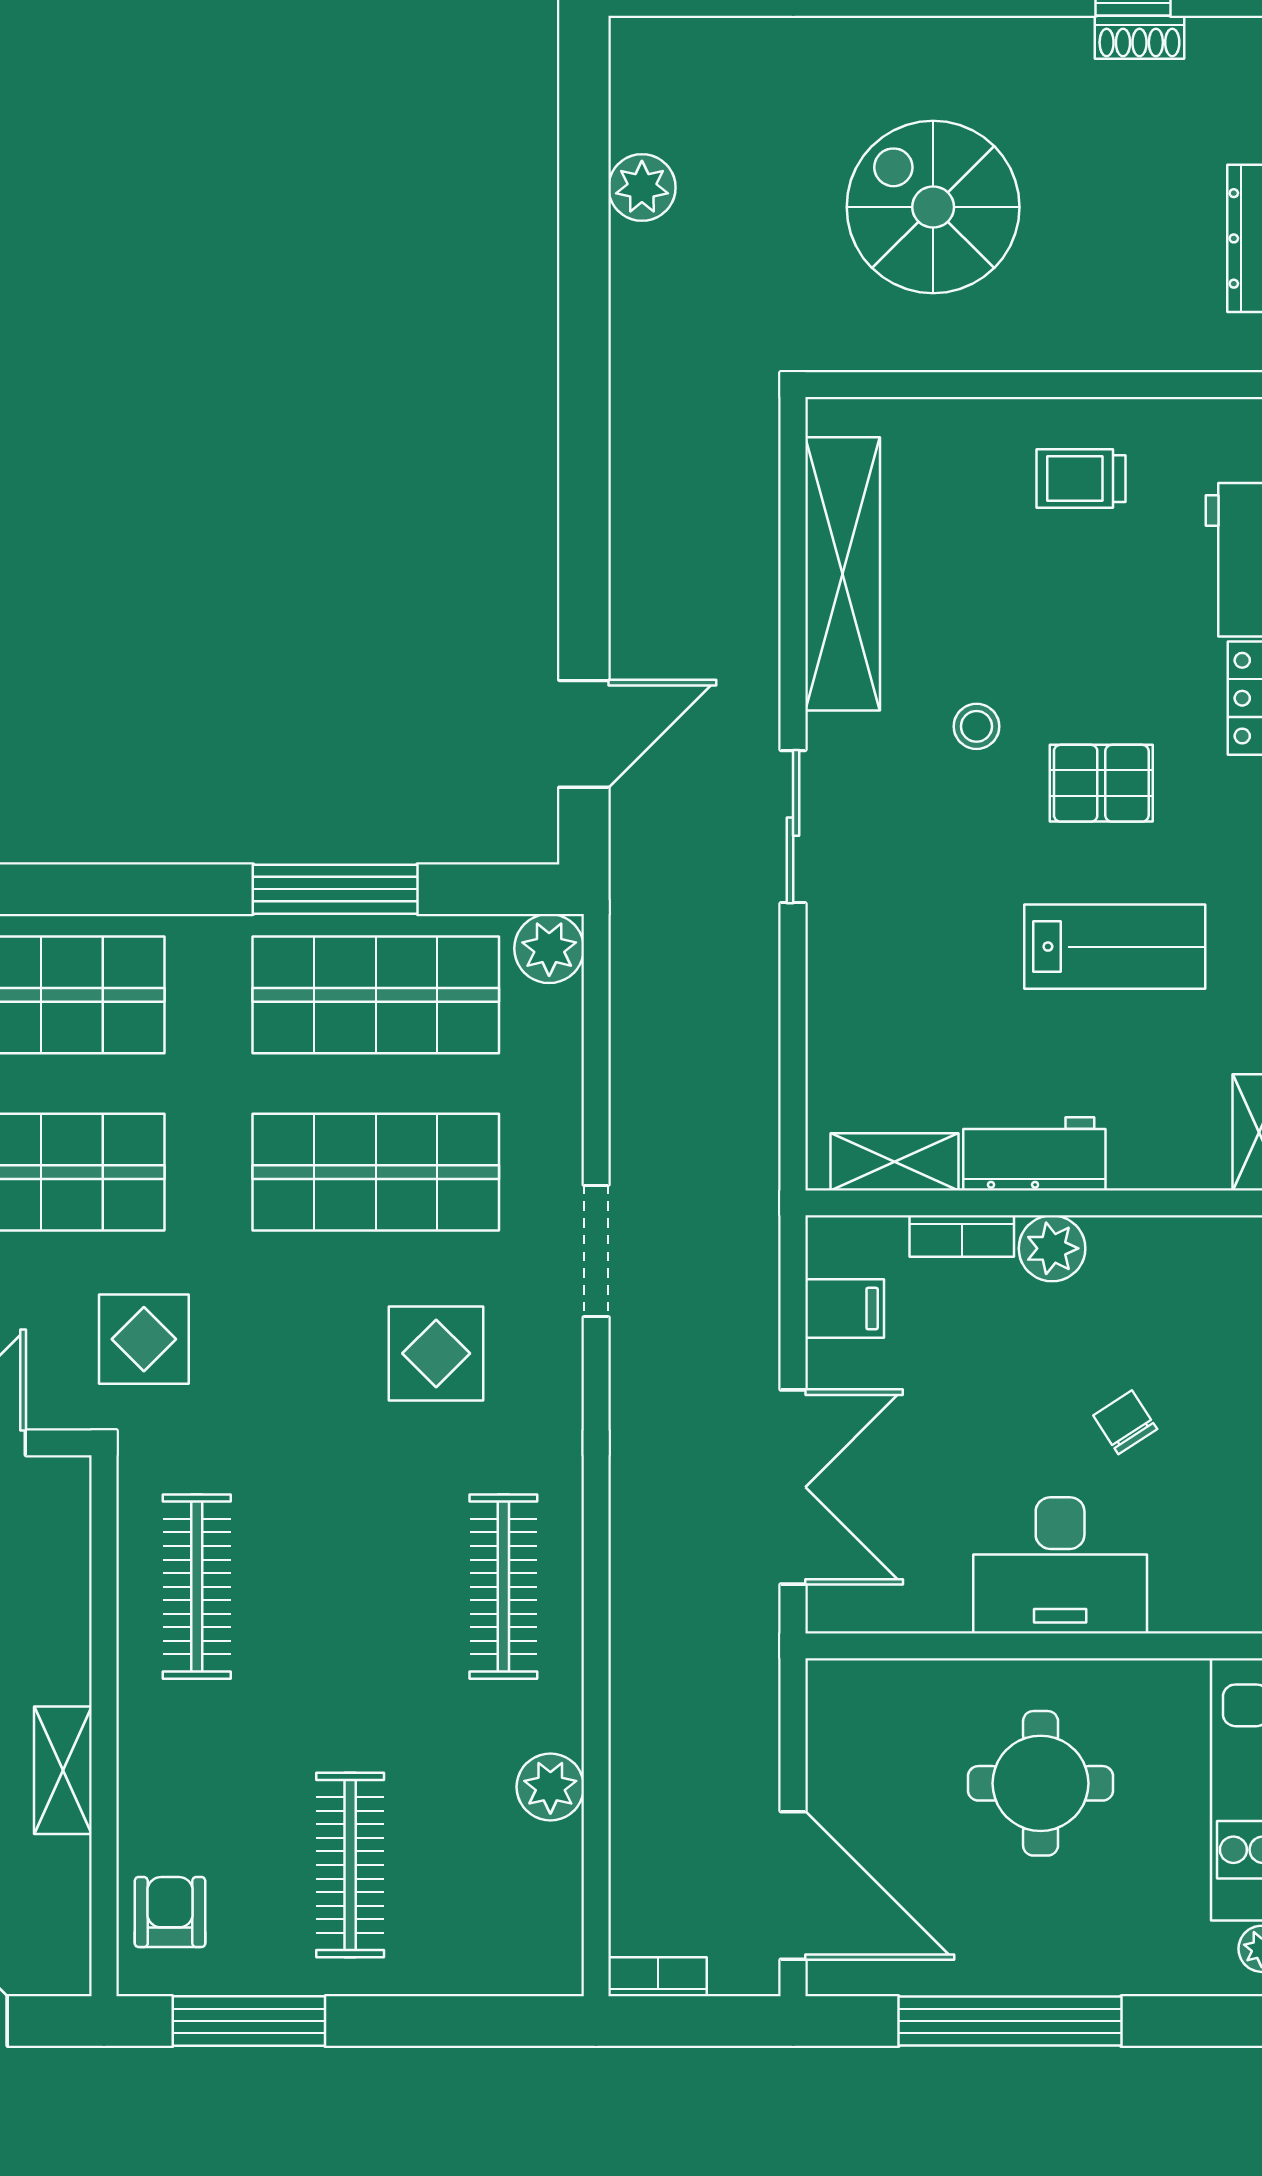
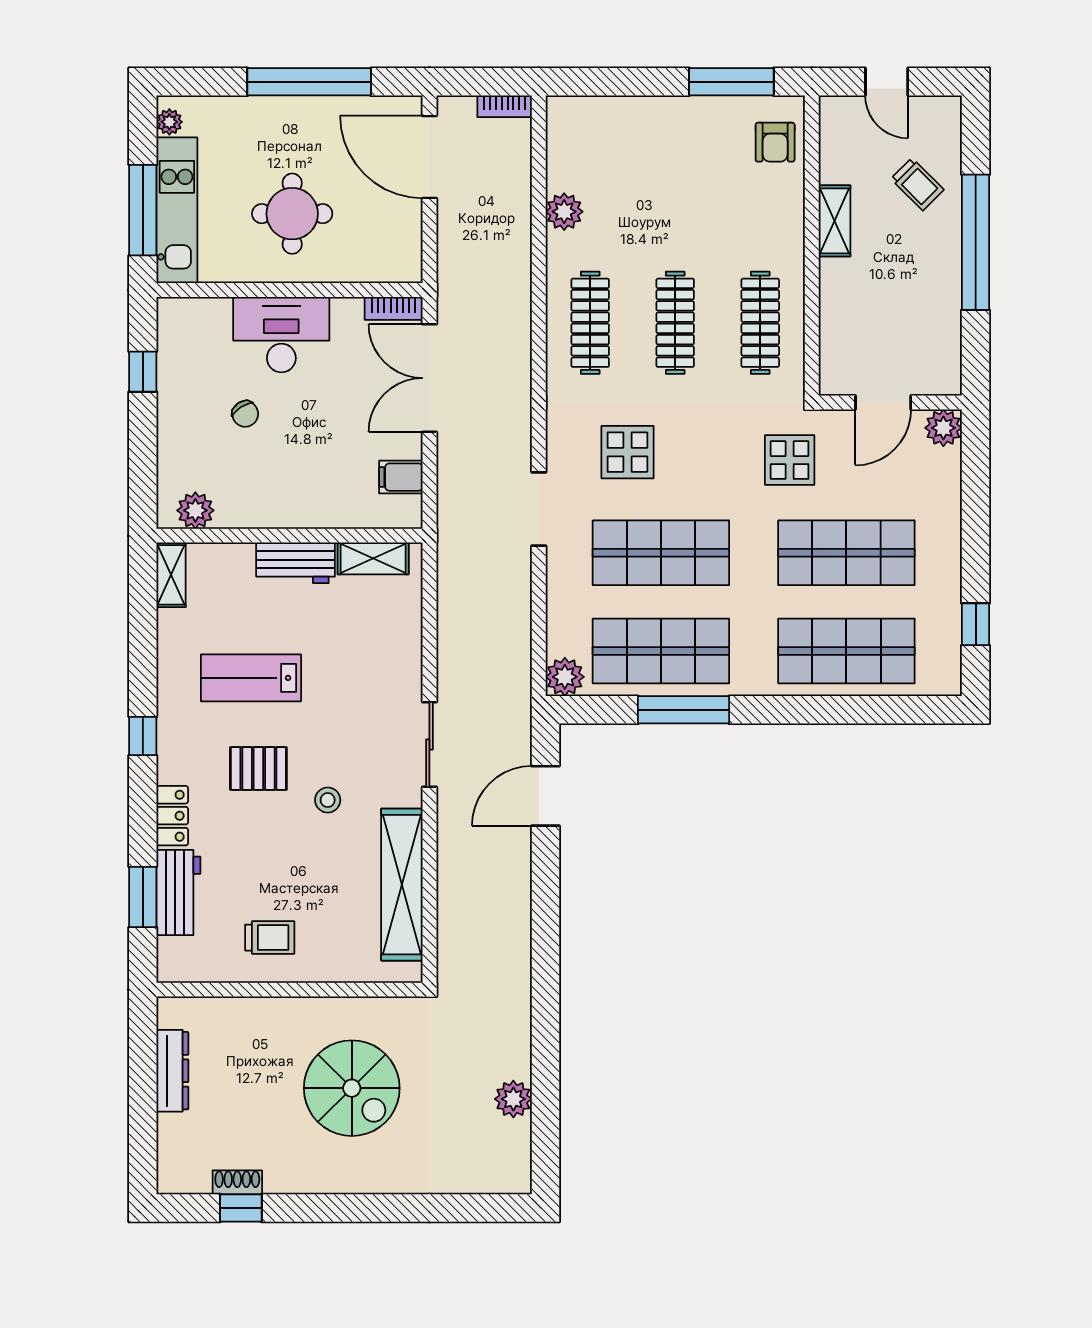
bookcase: (962, 1236) -> (394, 308), moved, turned 180
plant: (1052, 1248) -> (195, 510), moved
clothes rail: (350, 1865) -> (675, 323), moved

